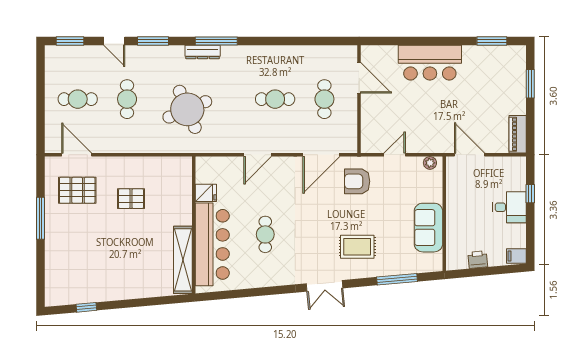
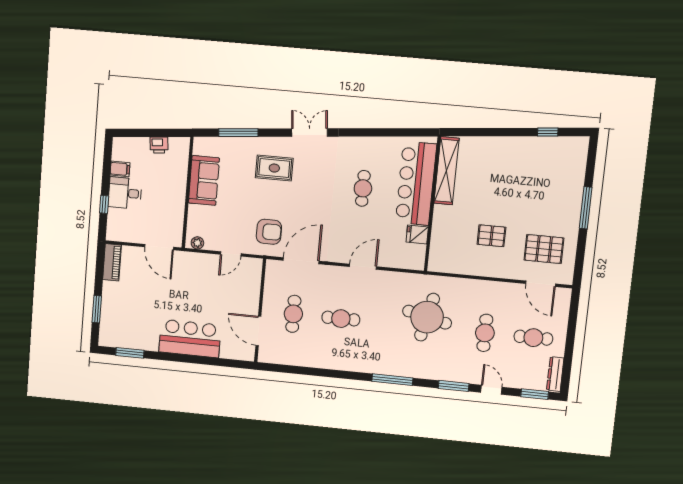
dresser: (203, 52) -> (555, 374), moved, turned -90
round table: (187, 109) -> (427, 317), turned 36
window: (41, 218) -> (586, 208), moved
filing cabinet: (516, 256) -> (120, 169), moved

